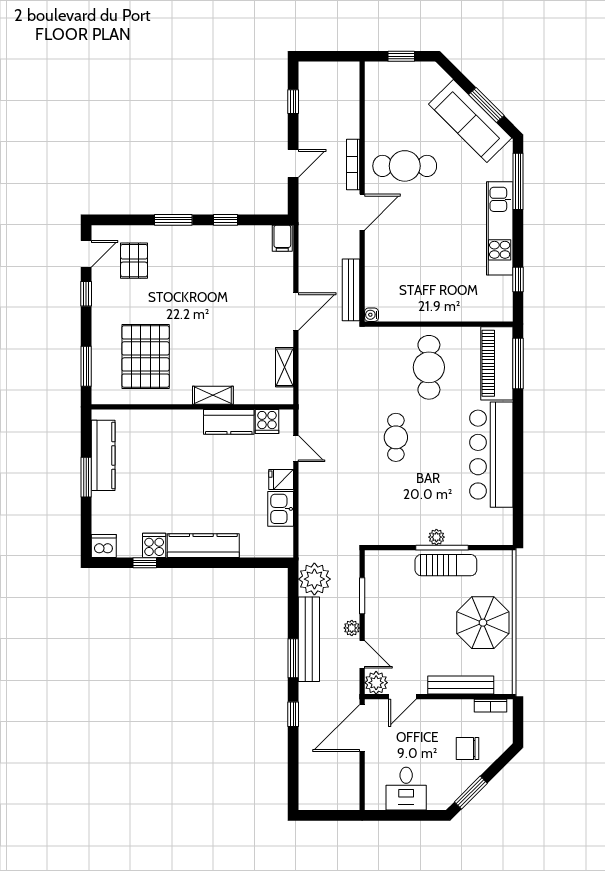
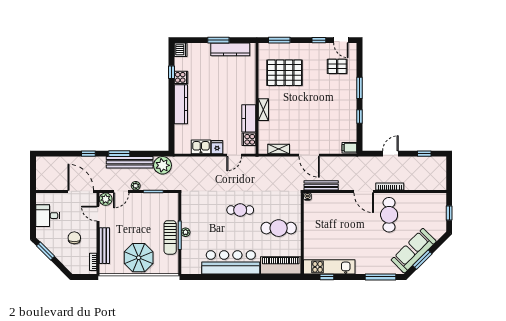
door: (293, 163) -> (390, 154), swing flipped
kitchen unit: (500, 228) -> (329, 267), moved
window: (518, 363) -> (281, 277), removed
chair: (468, 748) -> (74, 238), moved

